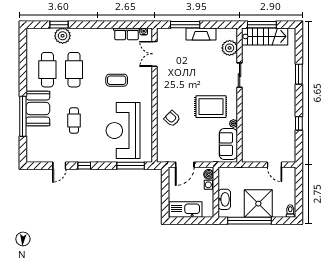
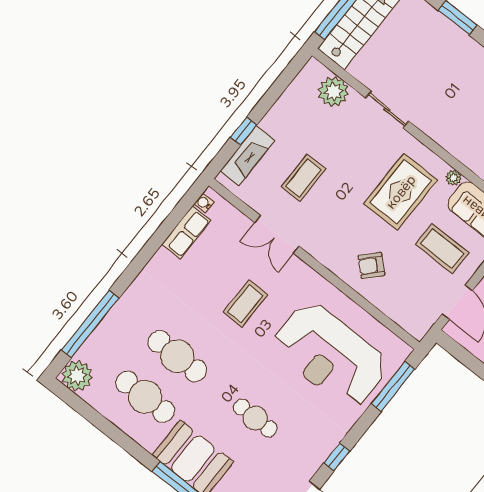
window: (59, 25) -> (90, 324), width x2.11
window: (185, 25) -> (244, 131), width x0.46
fireplace: (201, 34) -> (247, 156), moved
plant: (63, 36) -> (77, 376), moved
double door: (154, 54) -> (277, 234), moved
coffee table: (186, 63) -> (303, 178), added
coffee table: (201, 141) -> (442, 249), added

